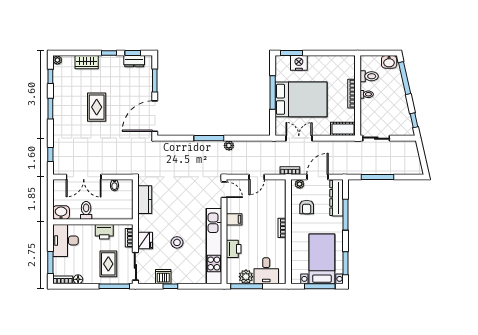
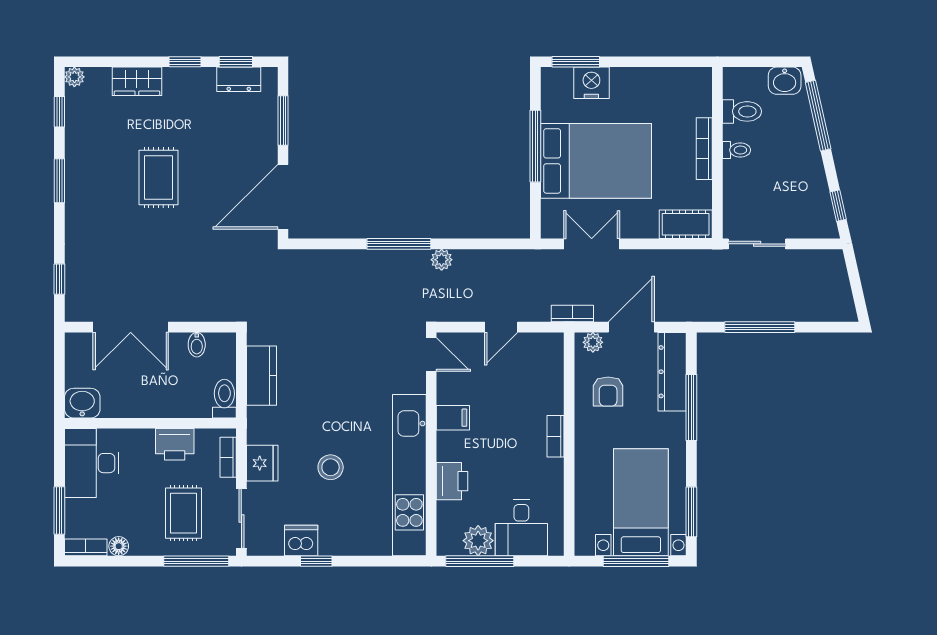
toilet: (86, 210) -> (224, 399), moved

